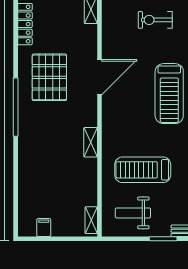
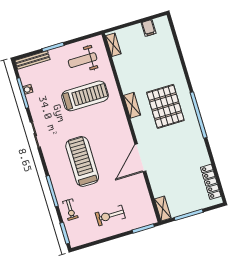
exercise bike: (155, 20) -> (110, 215), turned 180
pallet: (49, 77) -> (165, 106), moved
weight bench: (133, 213) -> (83, 60), turned 180

